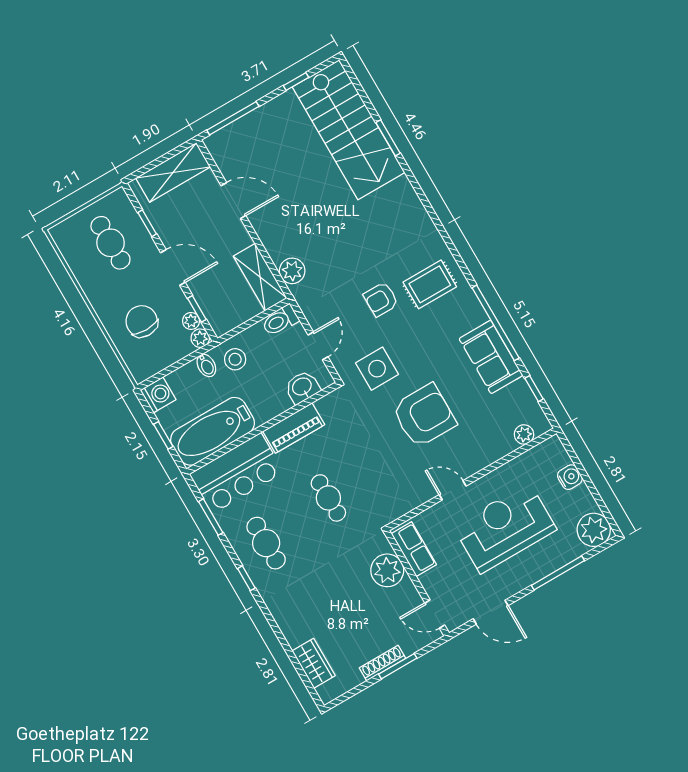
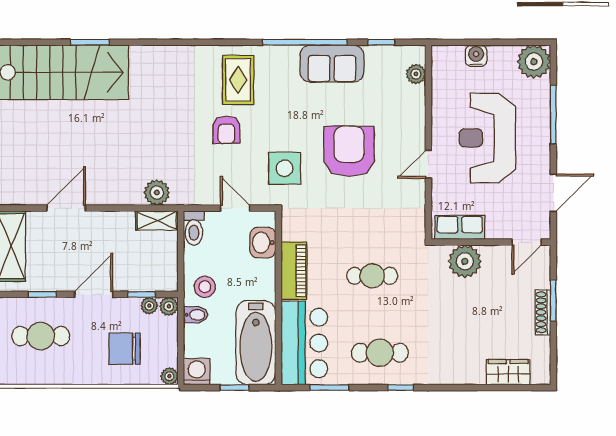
shelving: (260, 277) -> (157, 220), width x0.67, depth x0.75
plant: (140, 374) -> (169, 376), added

